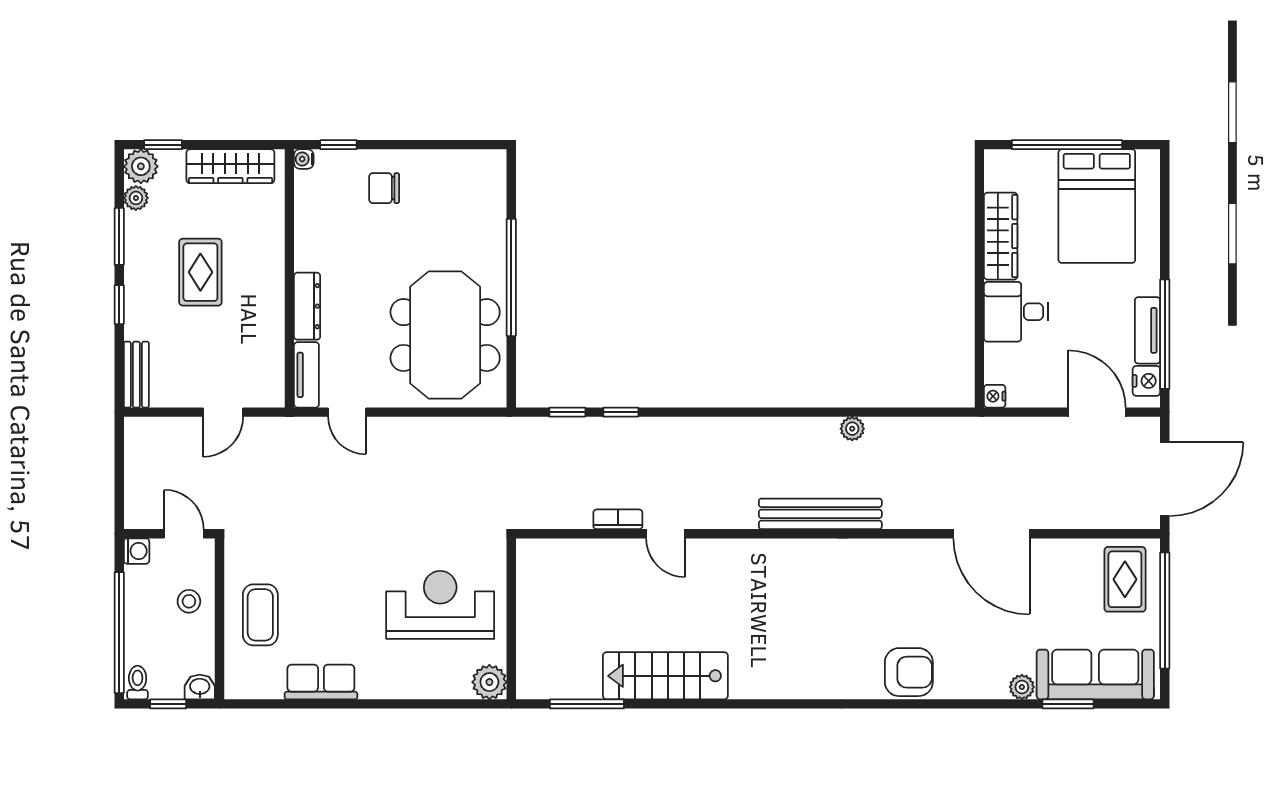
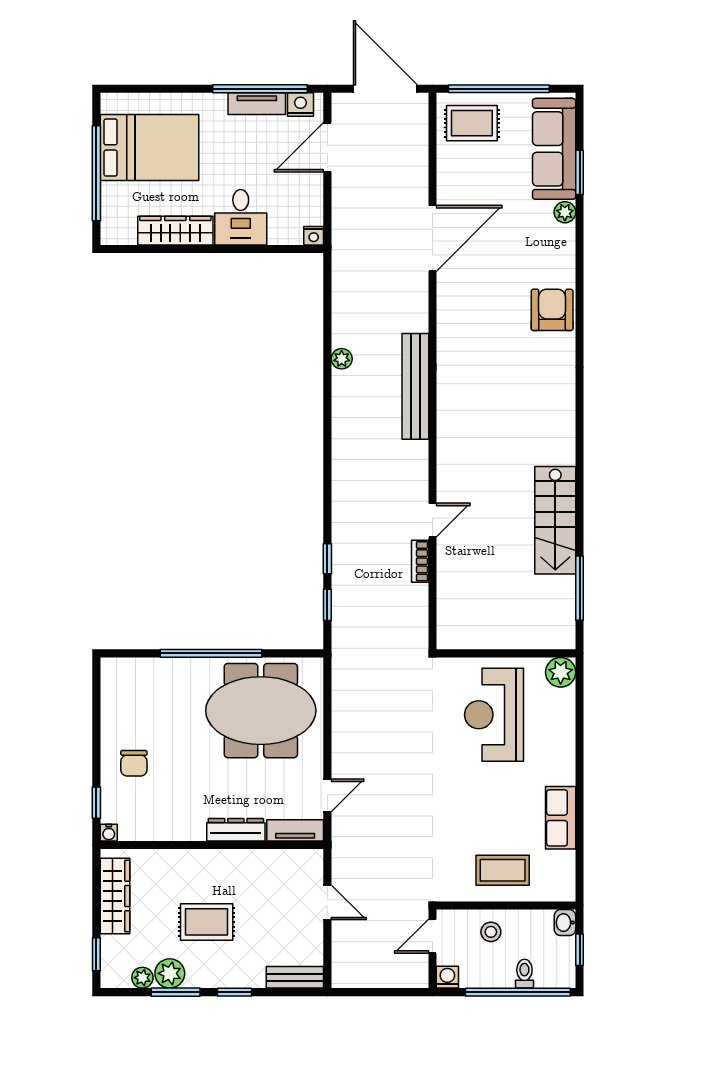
plant: (141, 166) -> (170, 973), moved
toilet: (138, 683) -> (524, 974), moved, turned 90

